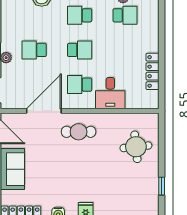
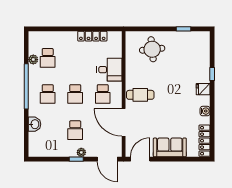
school desk: (125, 15) -> (48, 58), turned 180
school desk: (80, 50) -> (75, 94), turned 180
cafe table: (79, 132) -> (140, 95), turned 90

